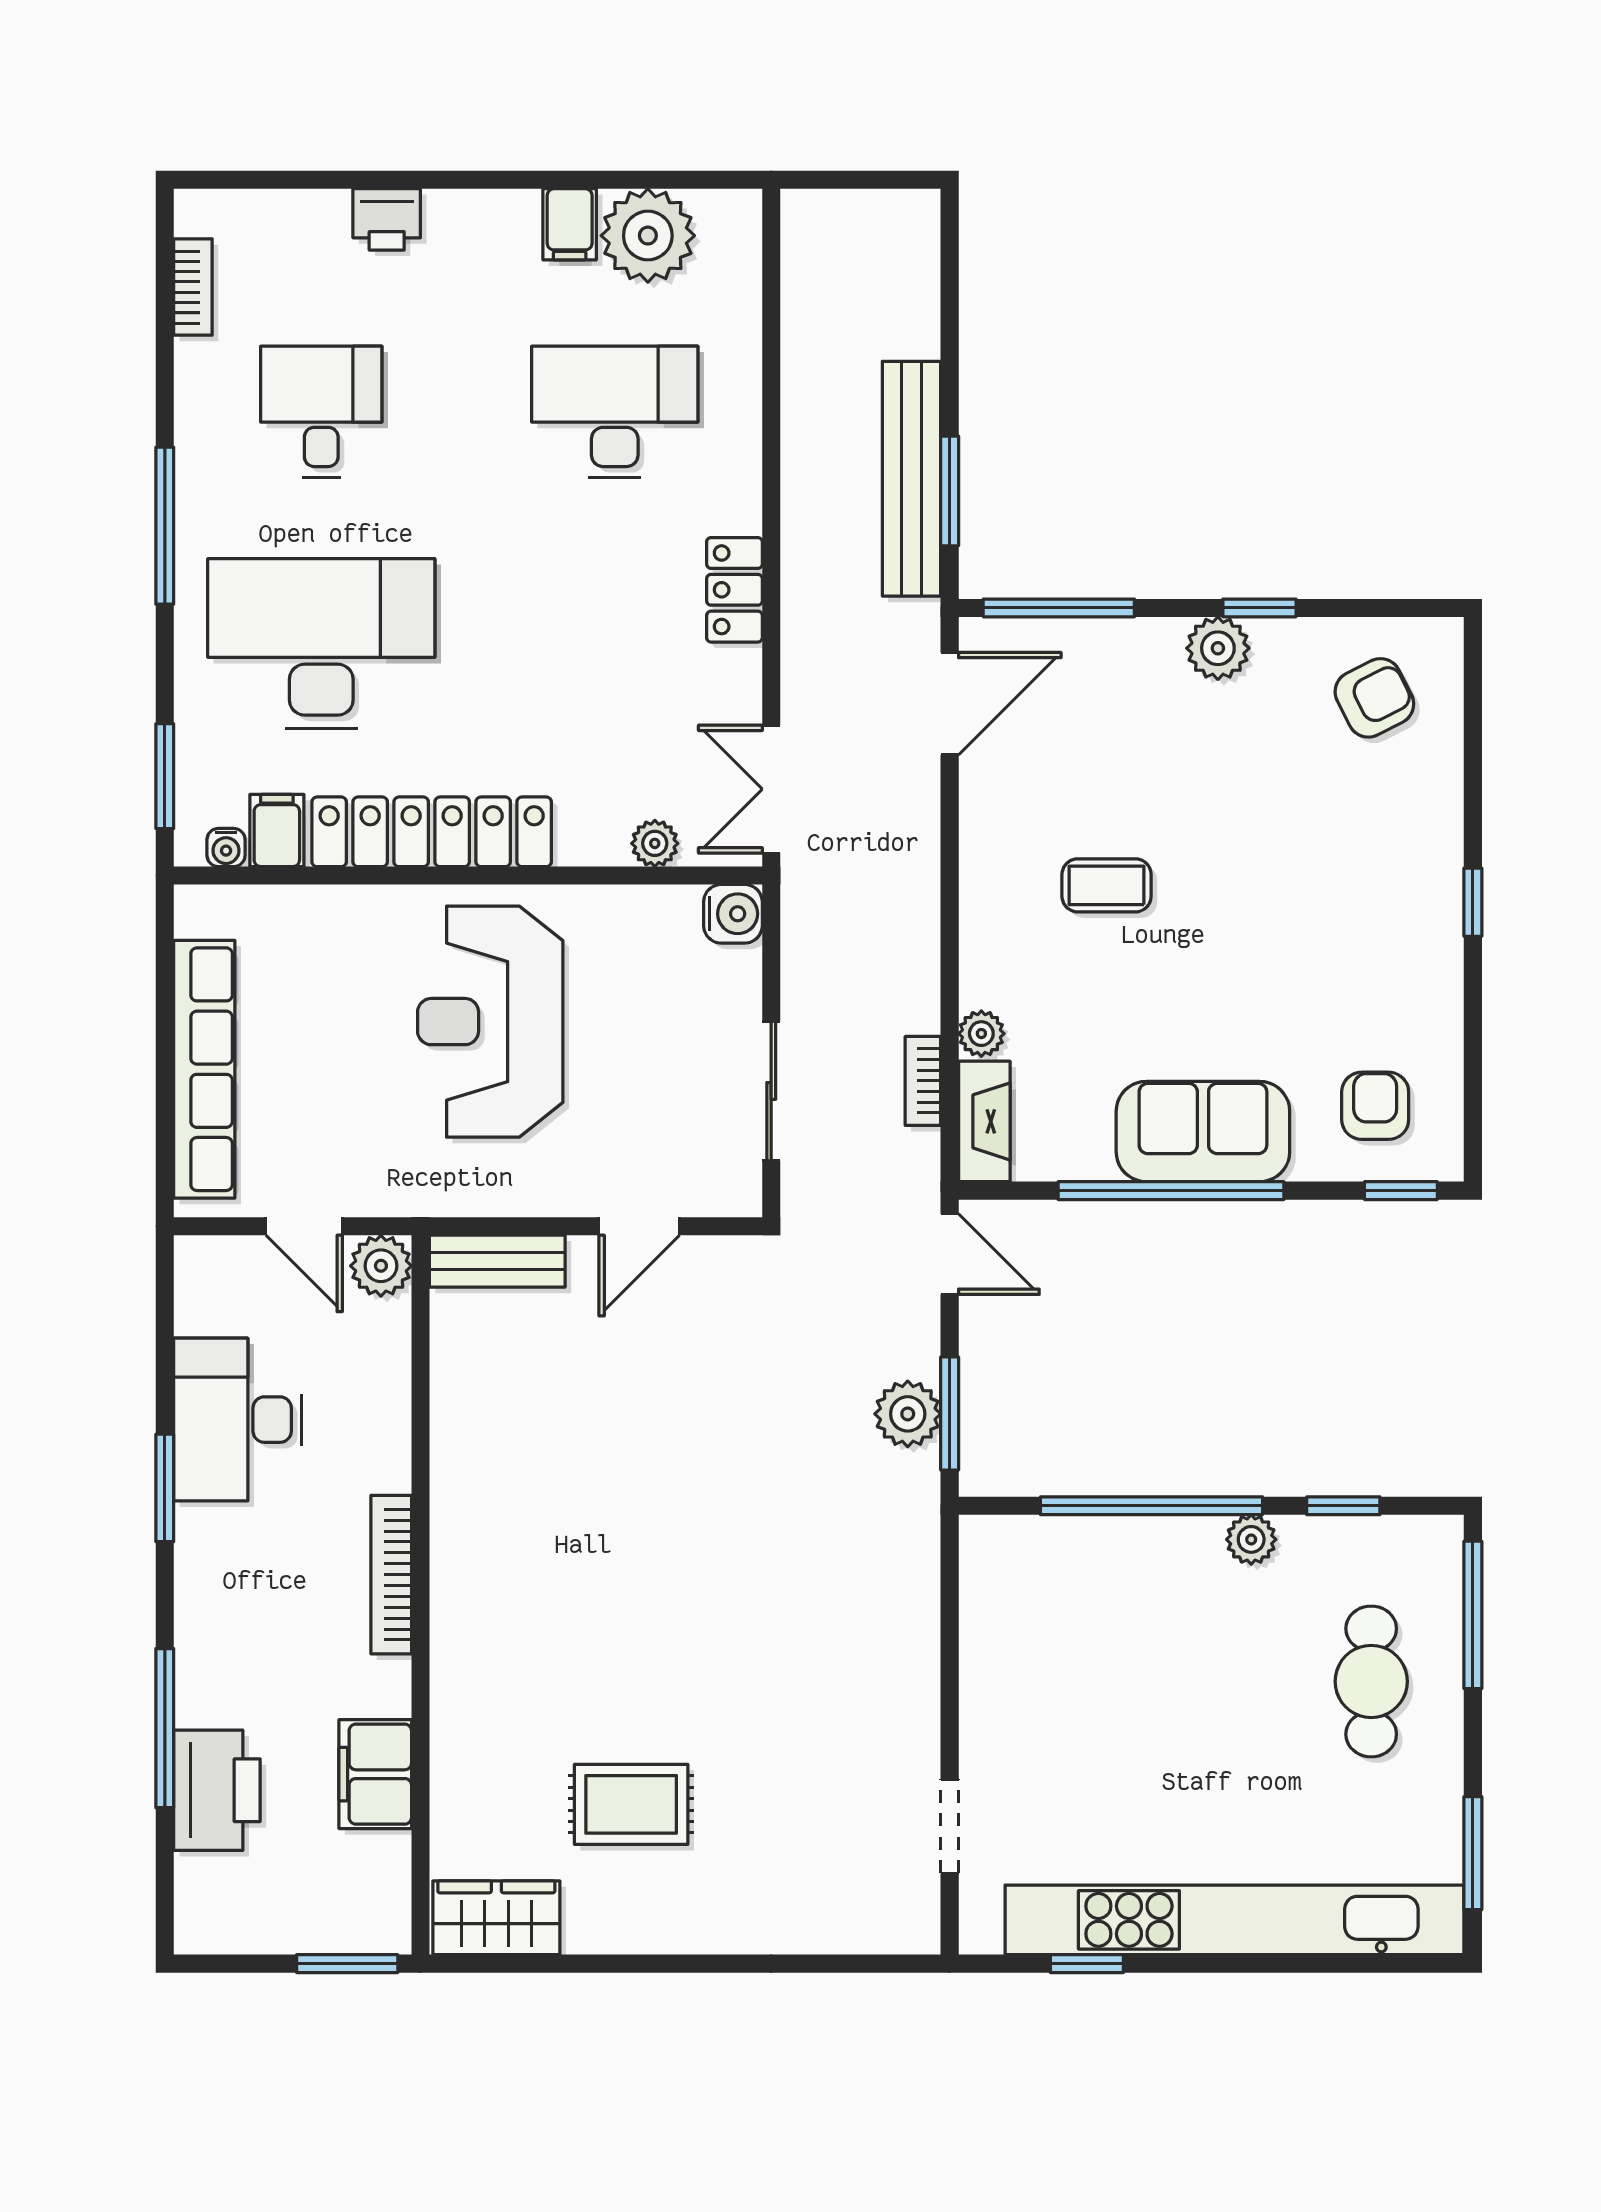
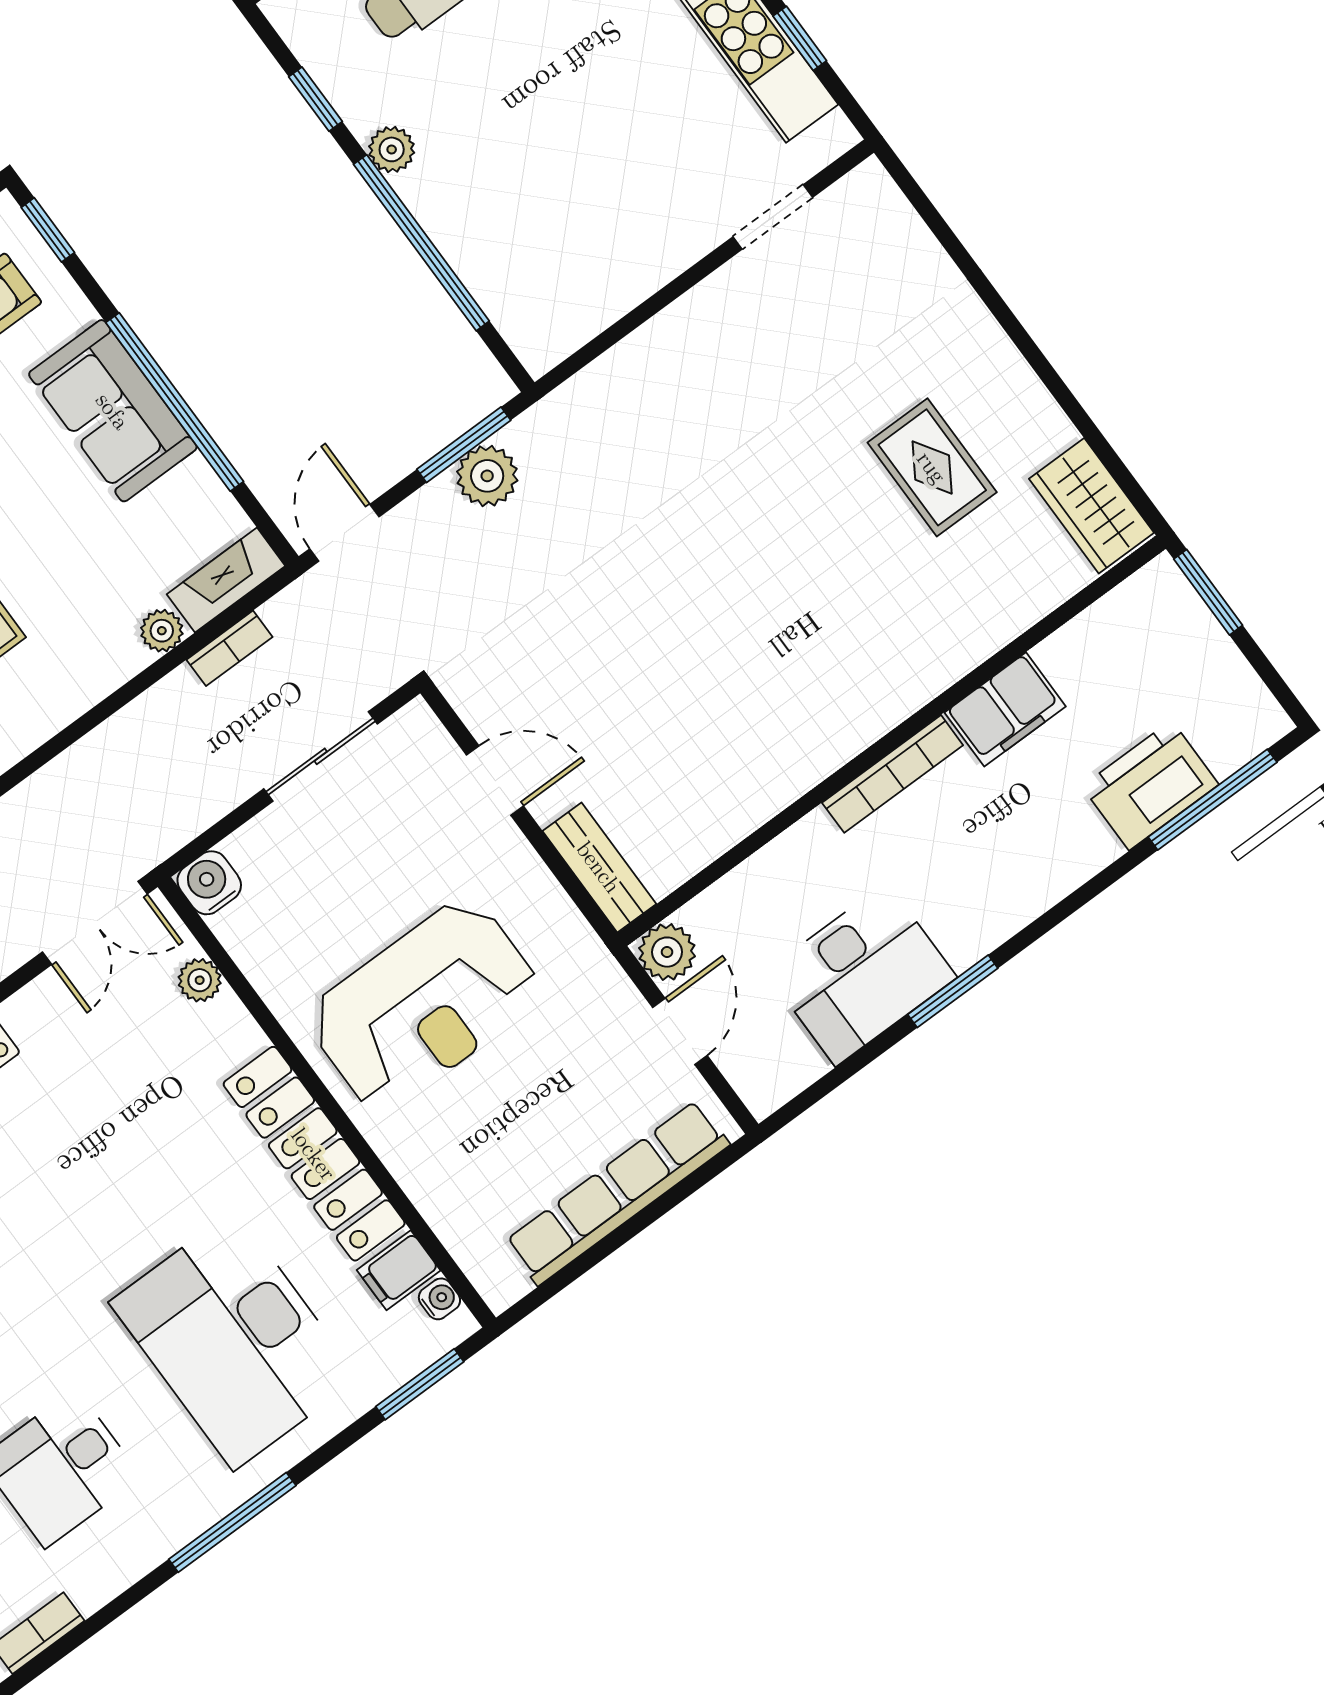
window: (165, 1728) -> (1213, 800), moved
filing cabinet: (375, 1774) -> (1005, 709), moved

